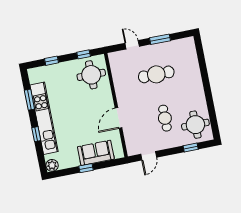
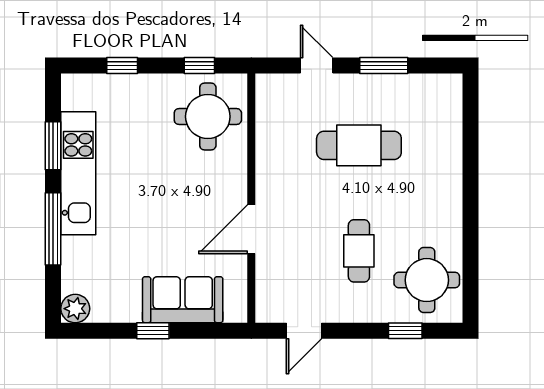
kitchen unit: (44, 118) -> (78, 173), width x0.73
window: (36, 134) -> (53, 229), width x2.17

